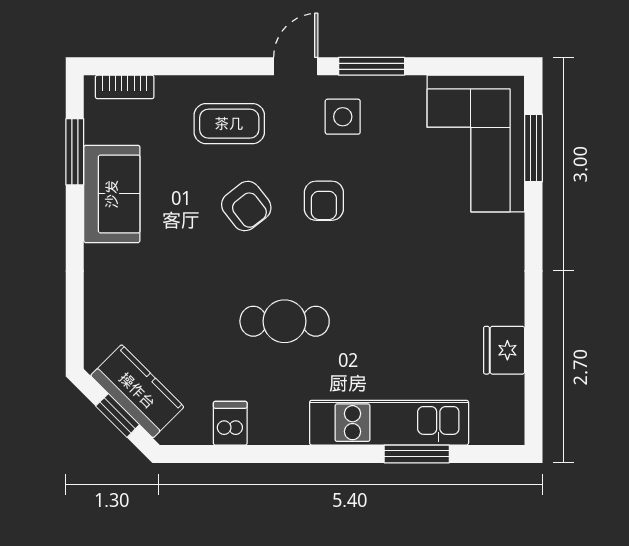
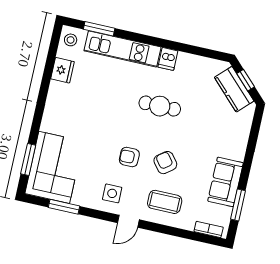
window: (372, 66) -> (64, 207), moved
armchair: (324, 201) -> (129, 157), turned -90
stool: (501, 417) -> (71, 40), added
dishwasher: (230, 423) -> (168, 59), moved
window: (417, 454) -> (99, 29), moved

